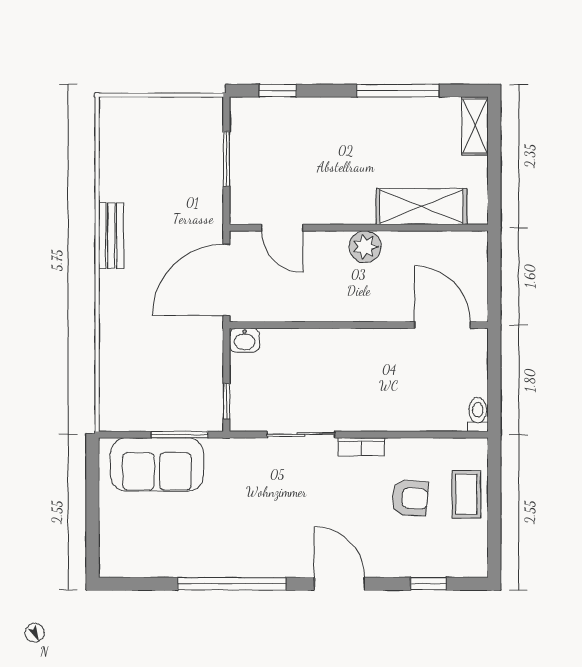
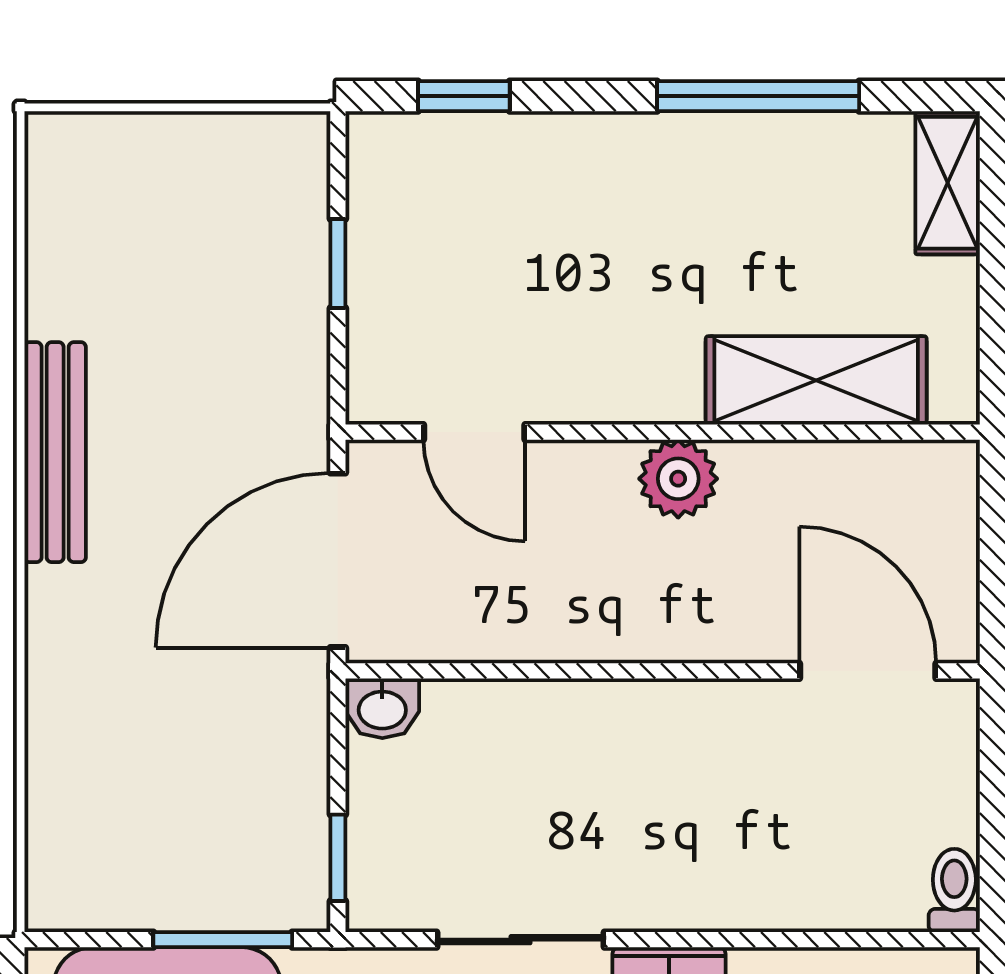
window: (226, 159) -> (338, 264), width x0.67
bench: (111, 236) -> (55, 452), width x1.36

